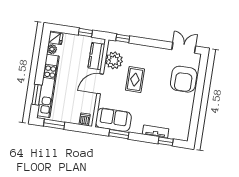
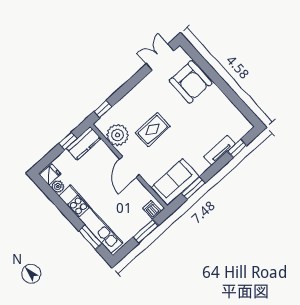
kitchen counter: (96, 56) -> (84, 143), moved, turned -90
rug: (135, 80) -> (153, 130), turned 90
window: (54, 124) -> (146, 231), moved

